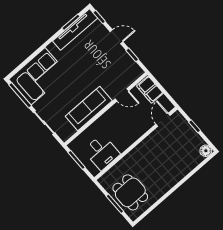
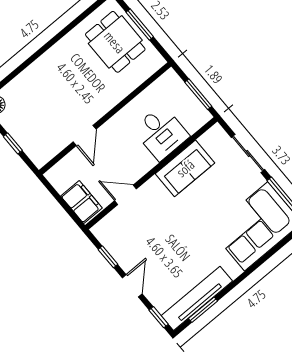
door: (116, 37) -> (132, 286), swing flipped
sofa: (89, 108) -> (185, 168), width x0.73
door: (163, 120) -> (85, 136), moved
desk: (102, 152) -> (161, 133), moved, turned 180

